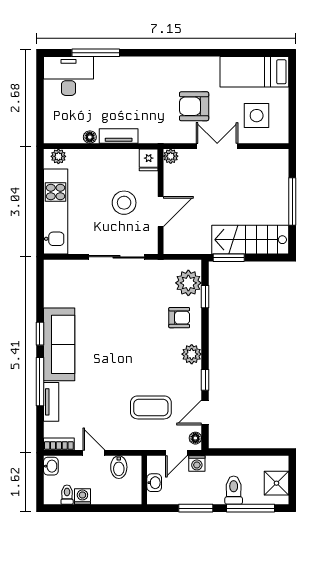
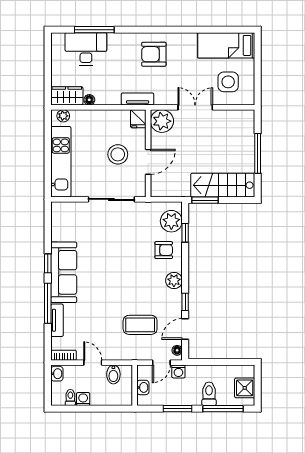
desk: (68, 76) -> (86, 49), moved
armchair: (194, 106) -> (154, 54), moved
wardrobe: (63, 132) -> (67, 96), added
tv unit: (119, 136) -> (138, 99), moved
plant: (171, 156) -> (162, 121), width x1.88, depth x1.88

